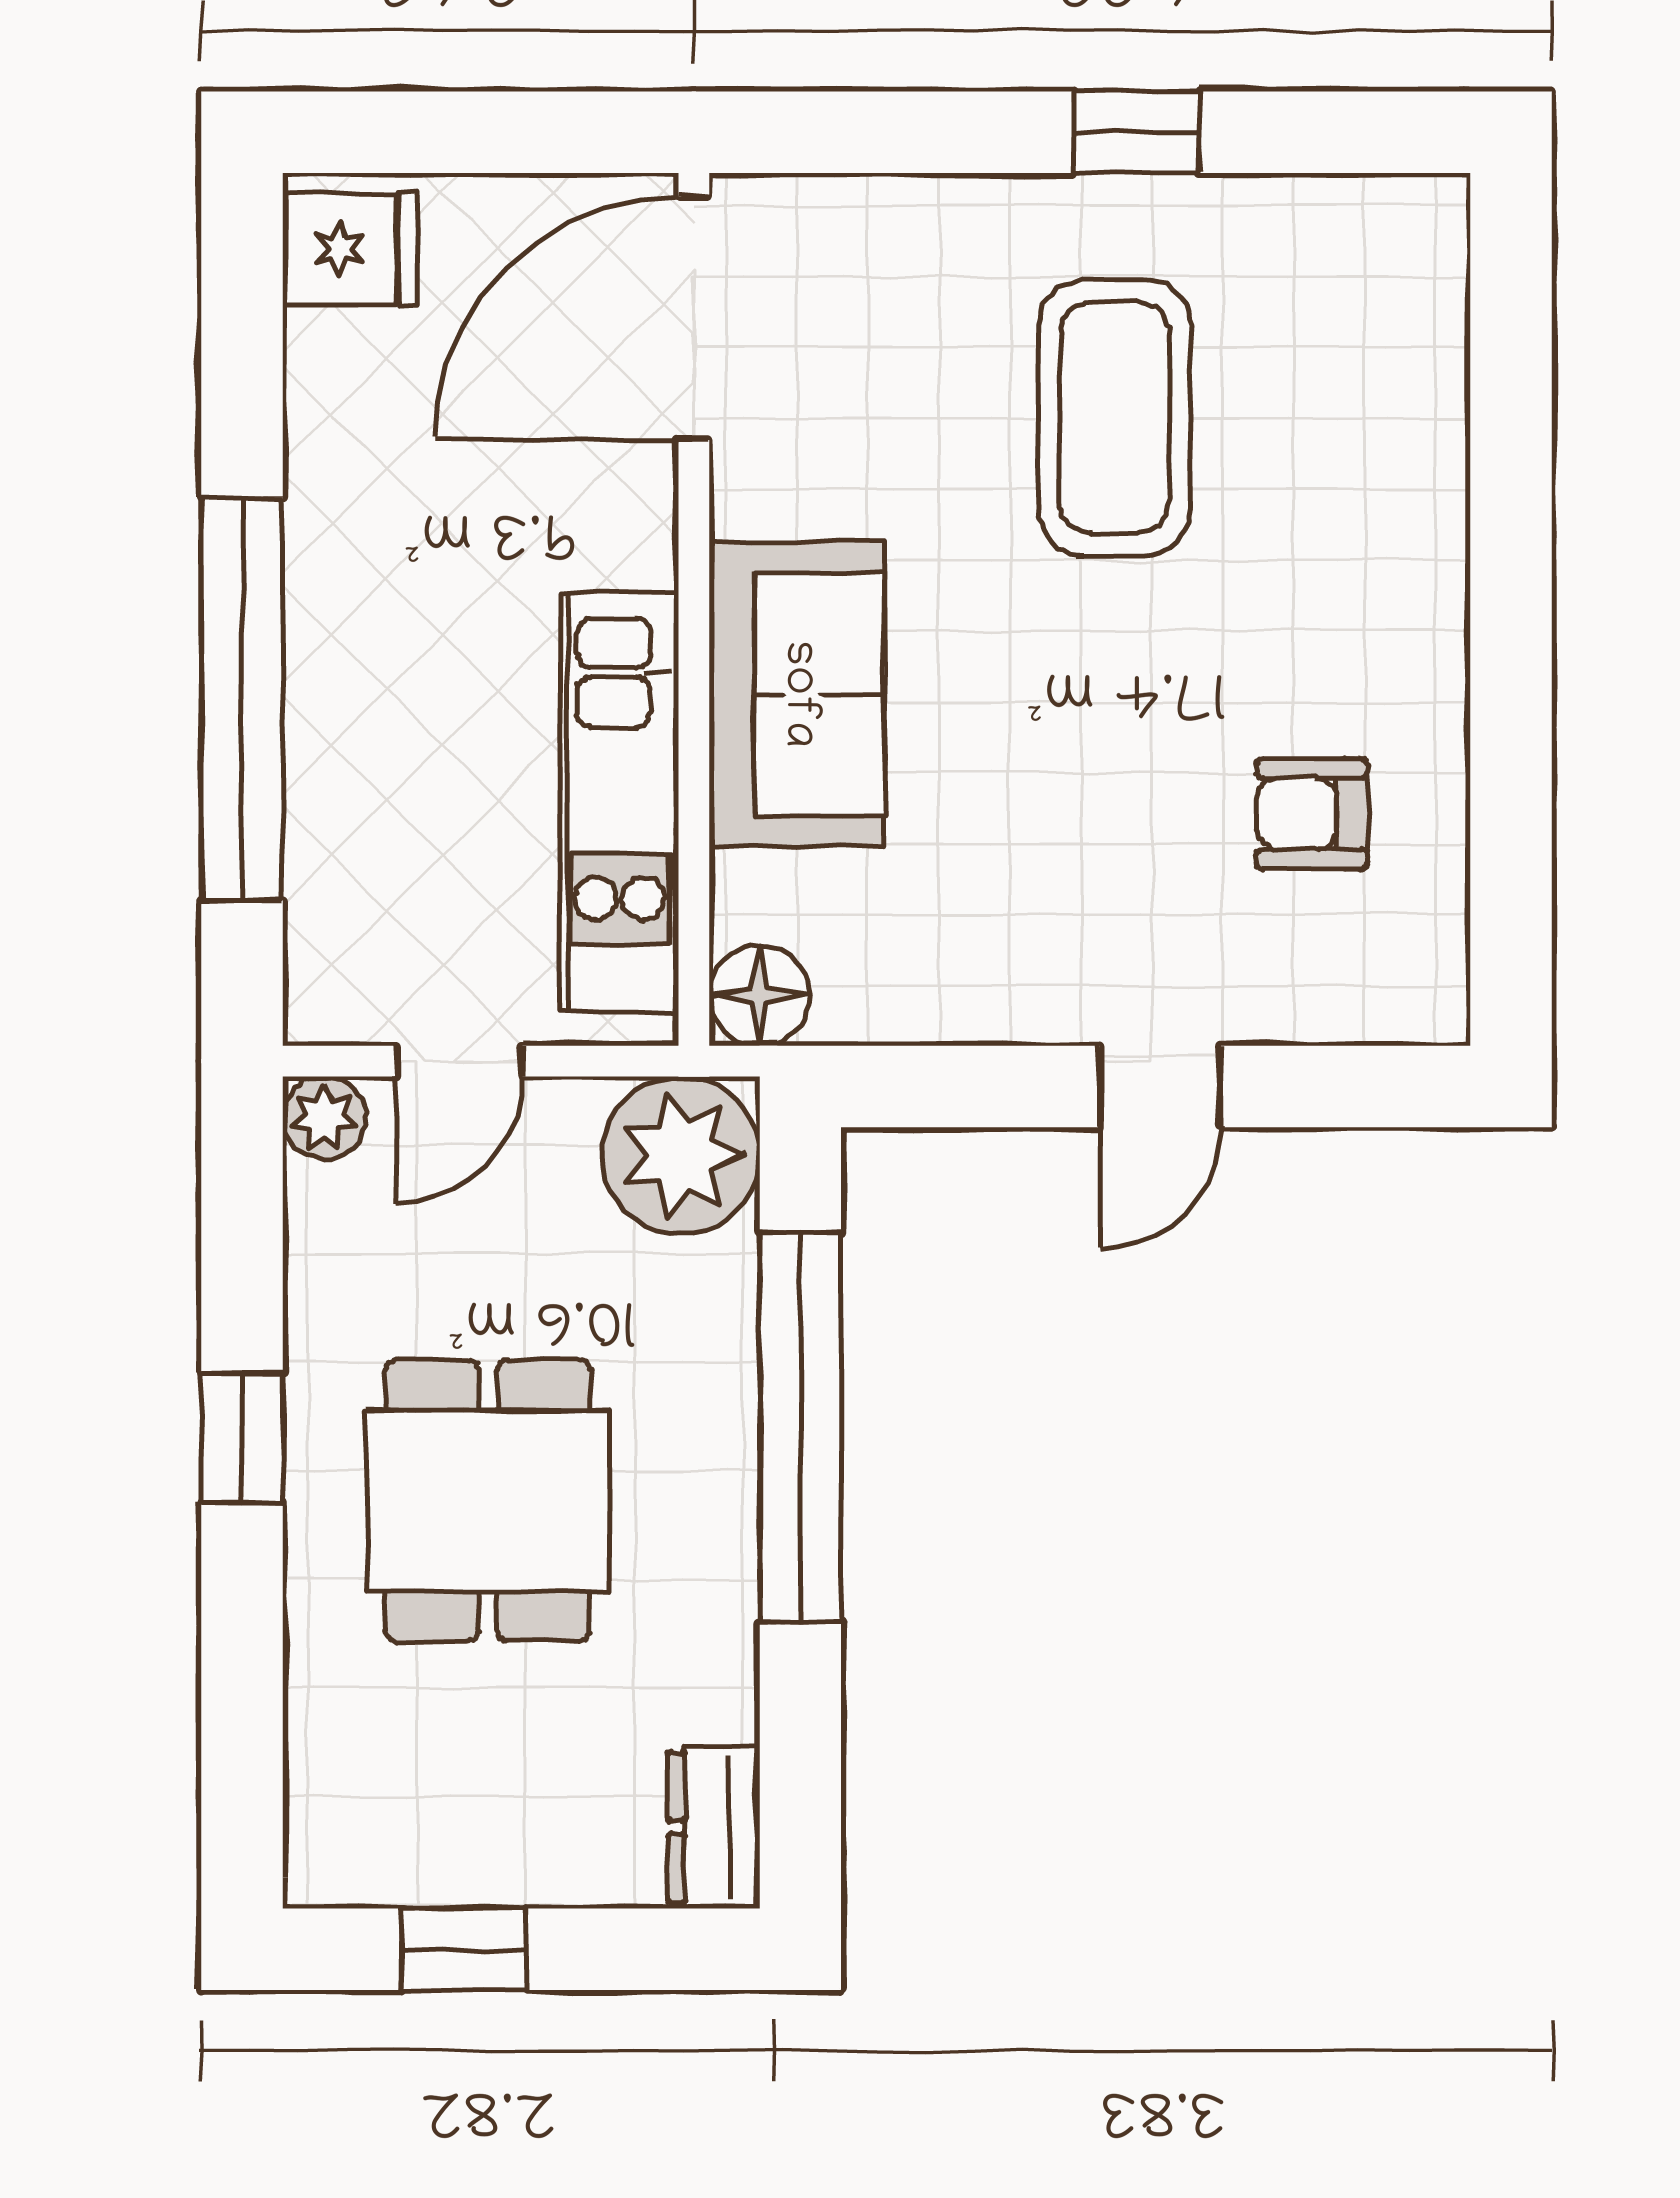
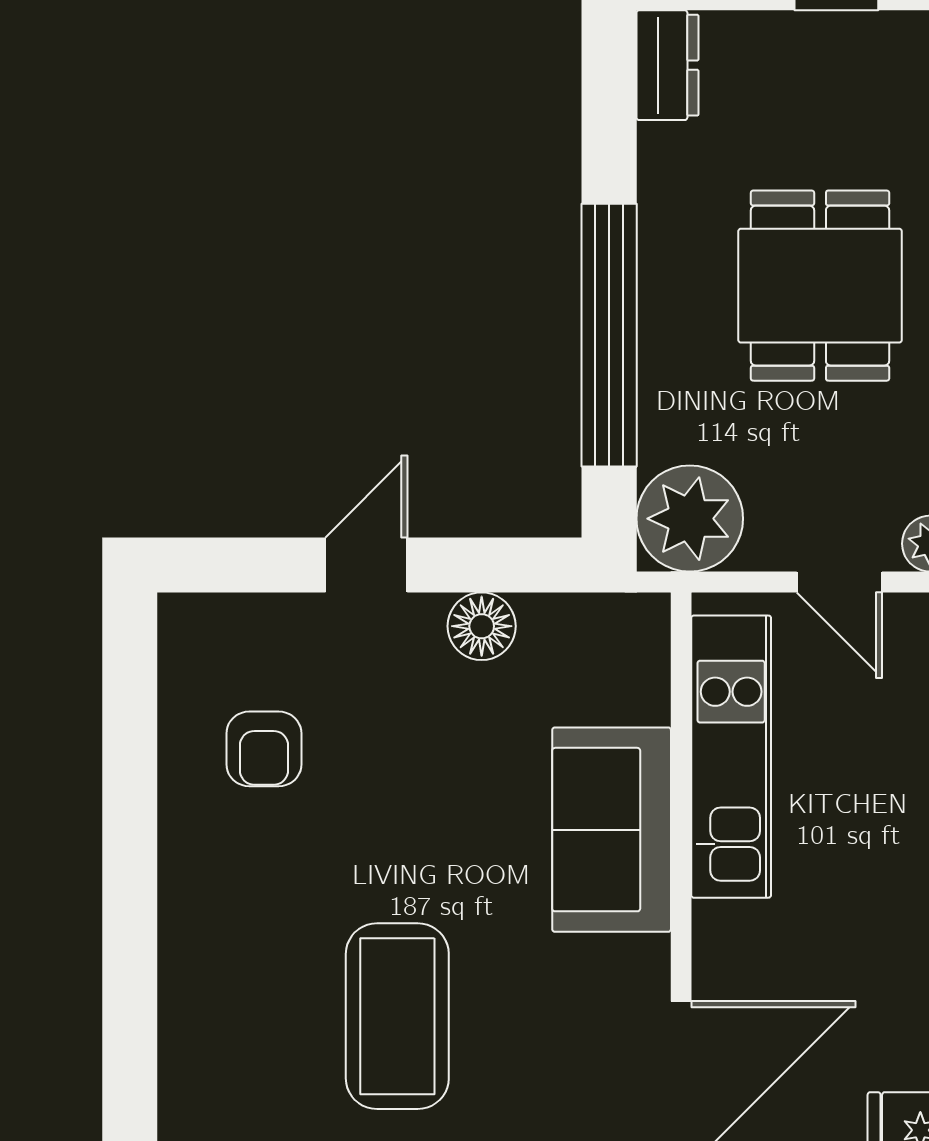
armchair: (1312, 814) -> (264, 749), turned 90
floor lamp: (759, 996) -> (482, 626), moved
door: (459, 1061) -> (839, 582), swing flipped

